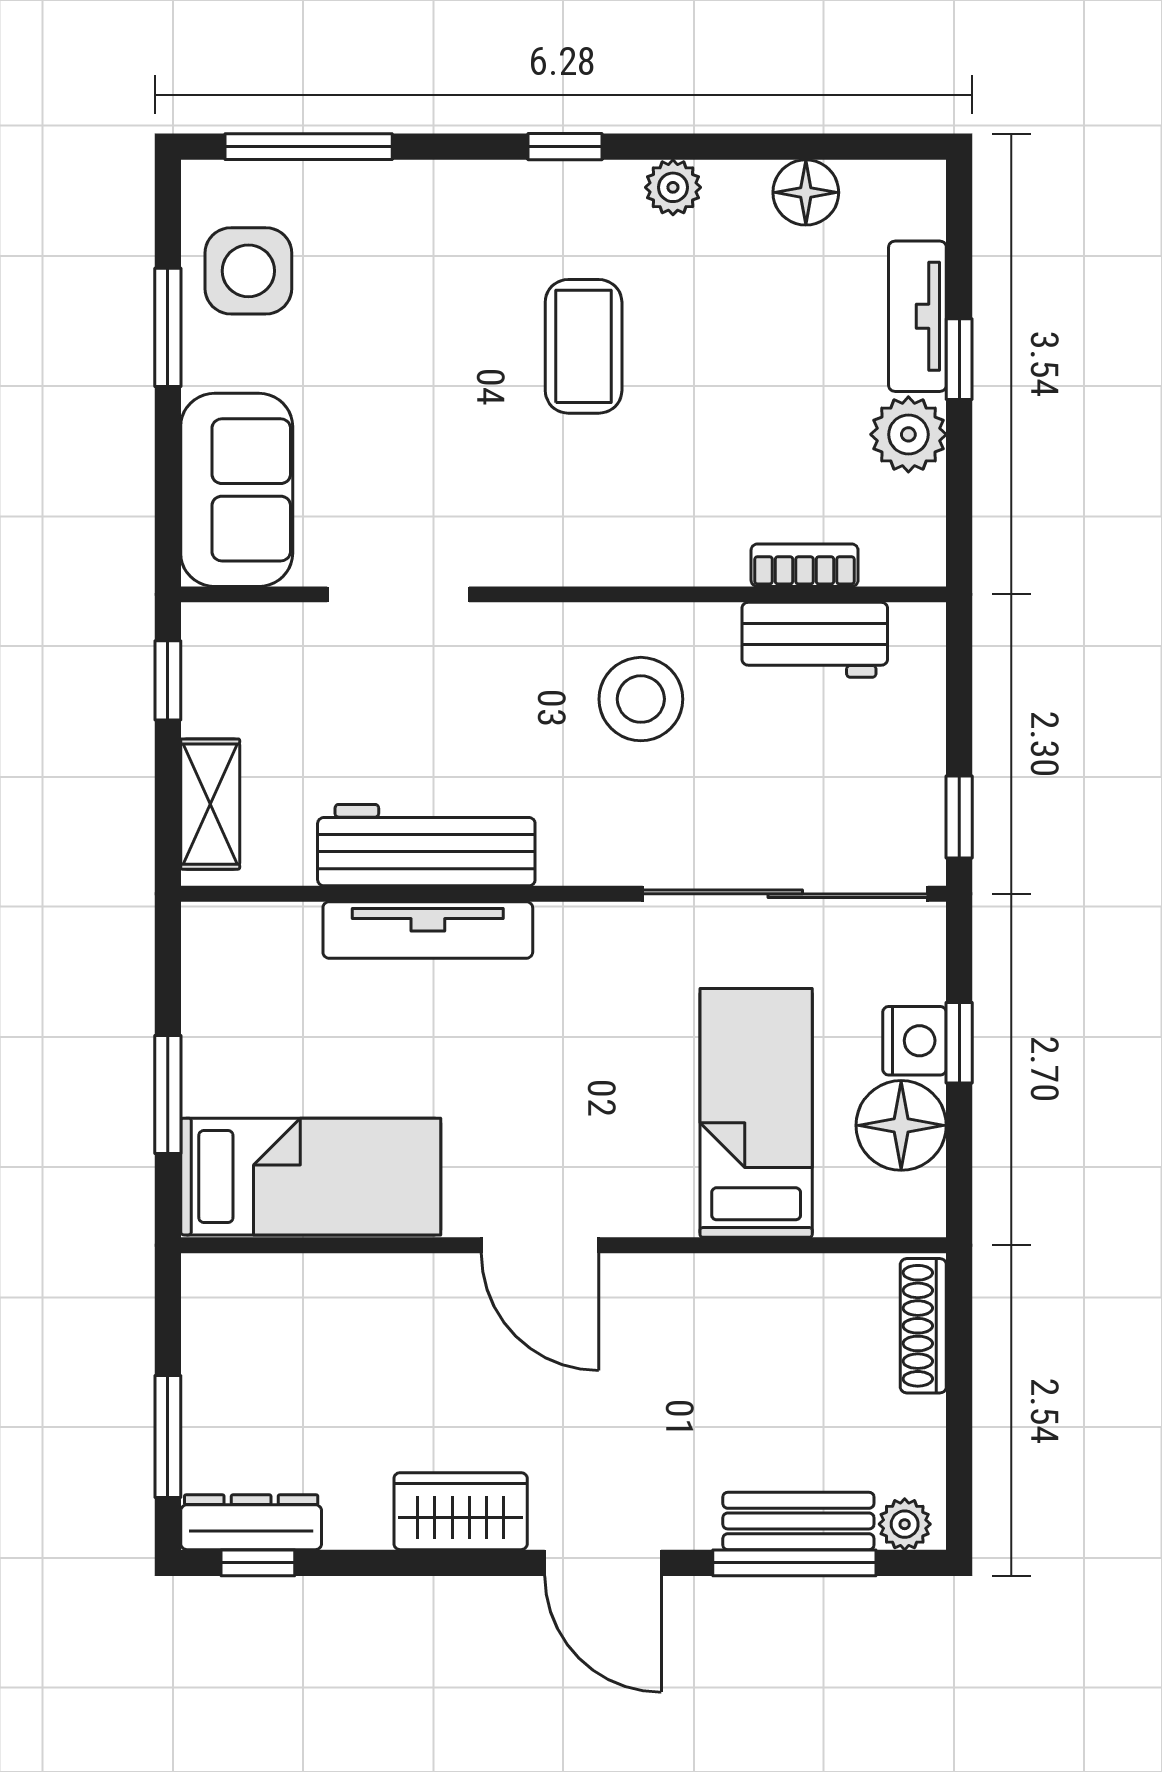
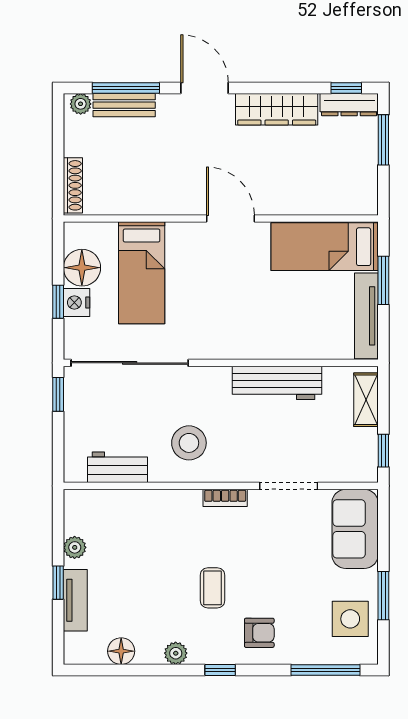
armchair: (470, 237) -> (259, 633), added
coffee table: (584, 346) -> (213, 588), width x0.73, depth x0.77
plant: (908, 434) -> (75, 547), width x0.73, depth x0.73
bookcase: (805, 565) -> (225, 498), moved
tv unit: (428, 930) -> (366, 316), moved, turned -90
wardrobe: (461, 1511) -> (277, 109), width x1.50

